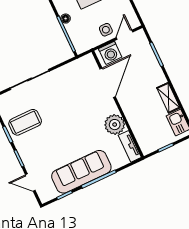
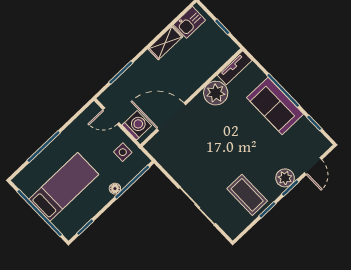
side table: (106, 30) -> (123, 152), moved
plant: (28, 157) -> (285, 178), added
sofa: (81, 172) -> (275, 106), width x0.73

